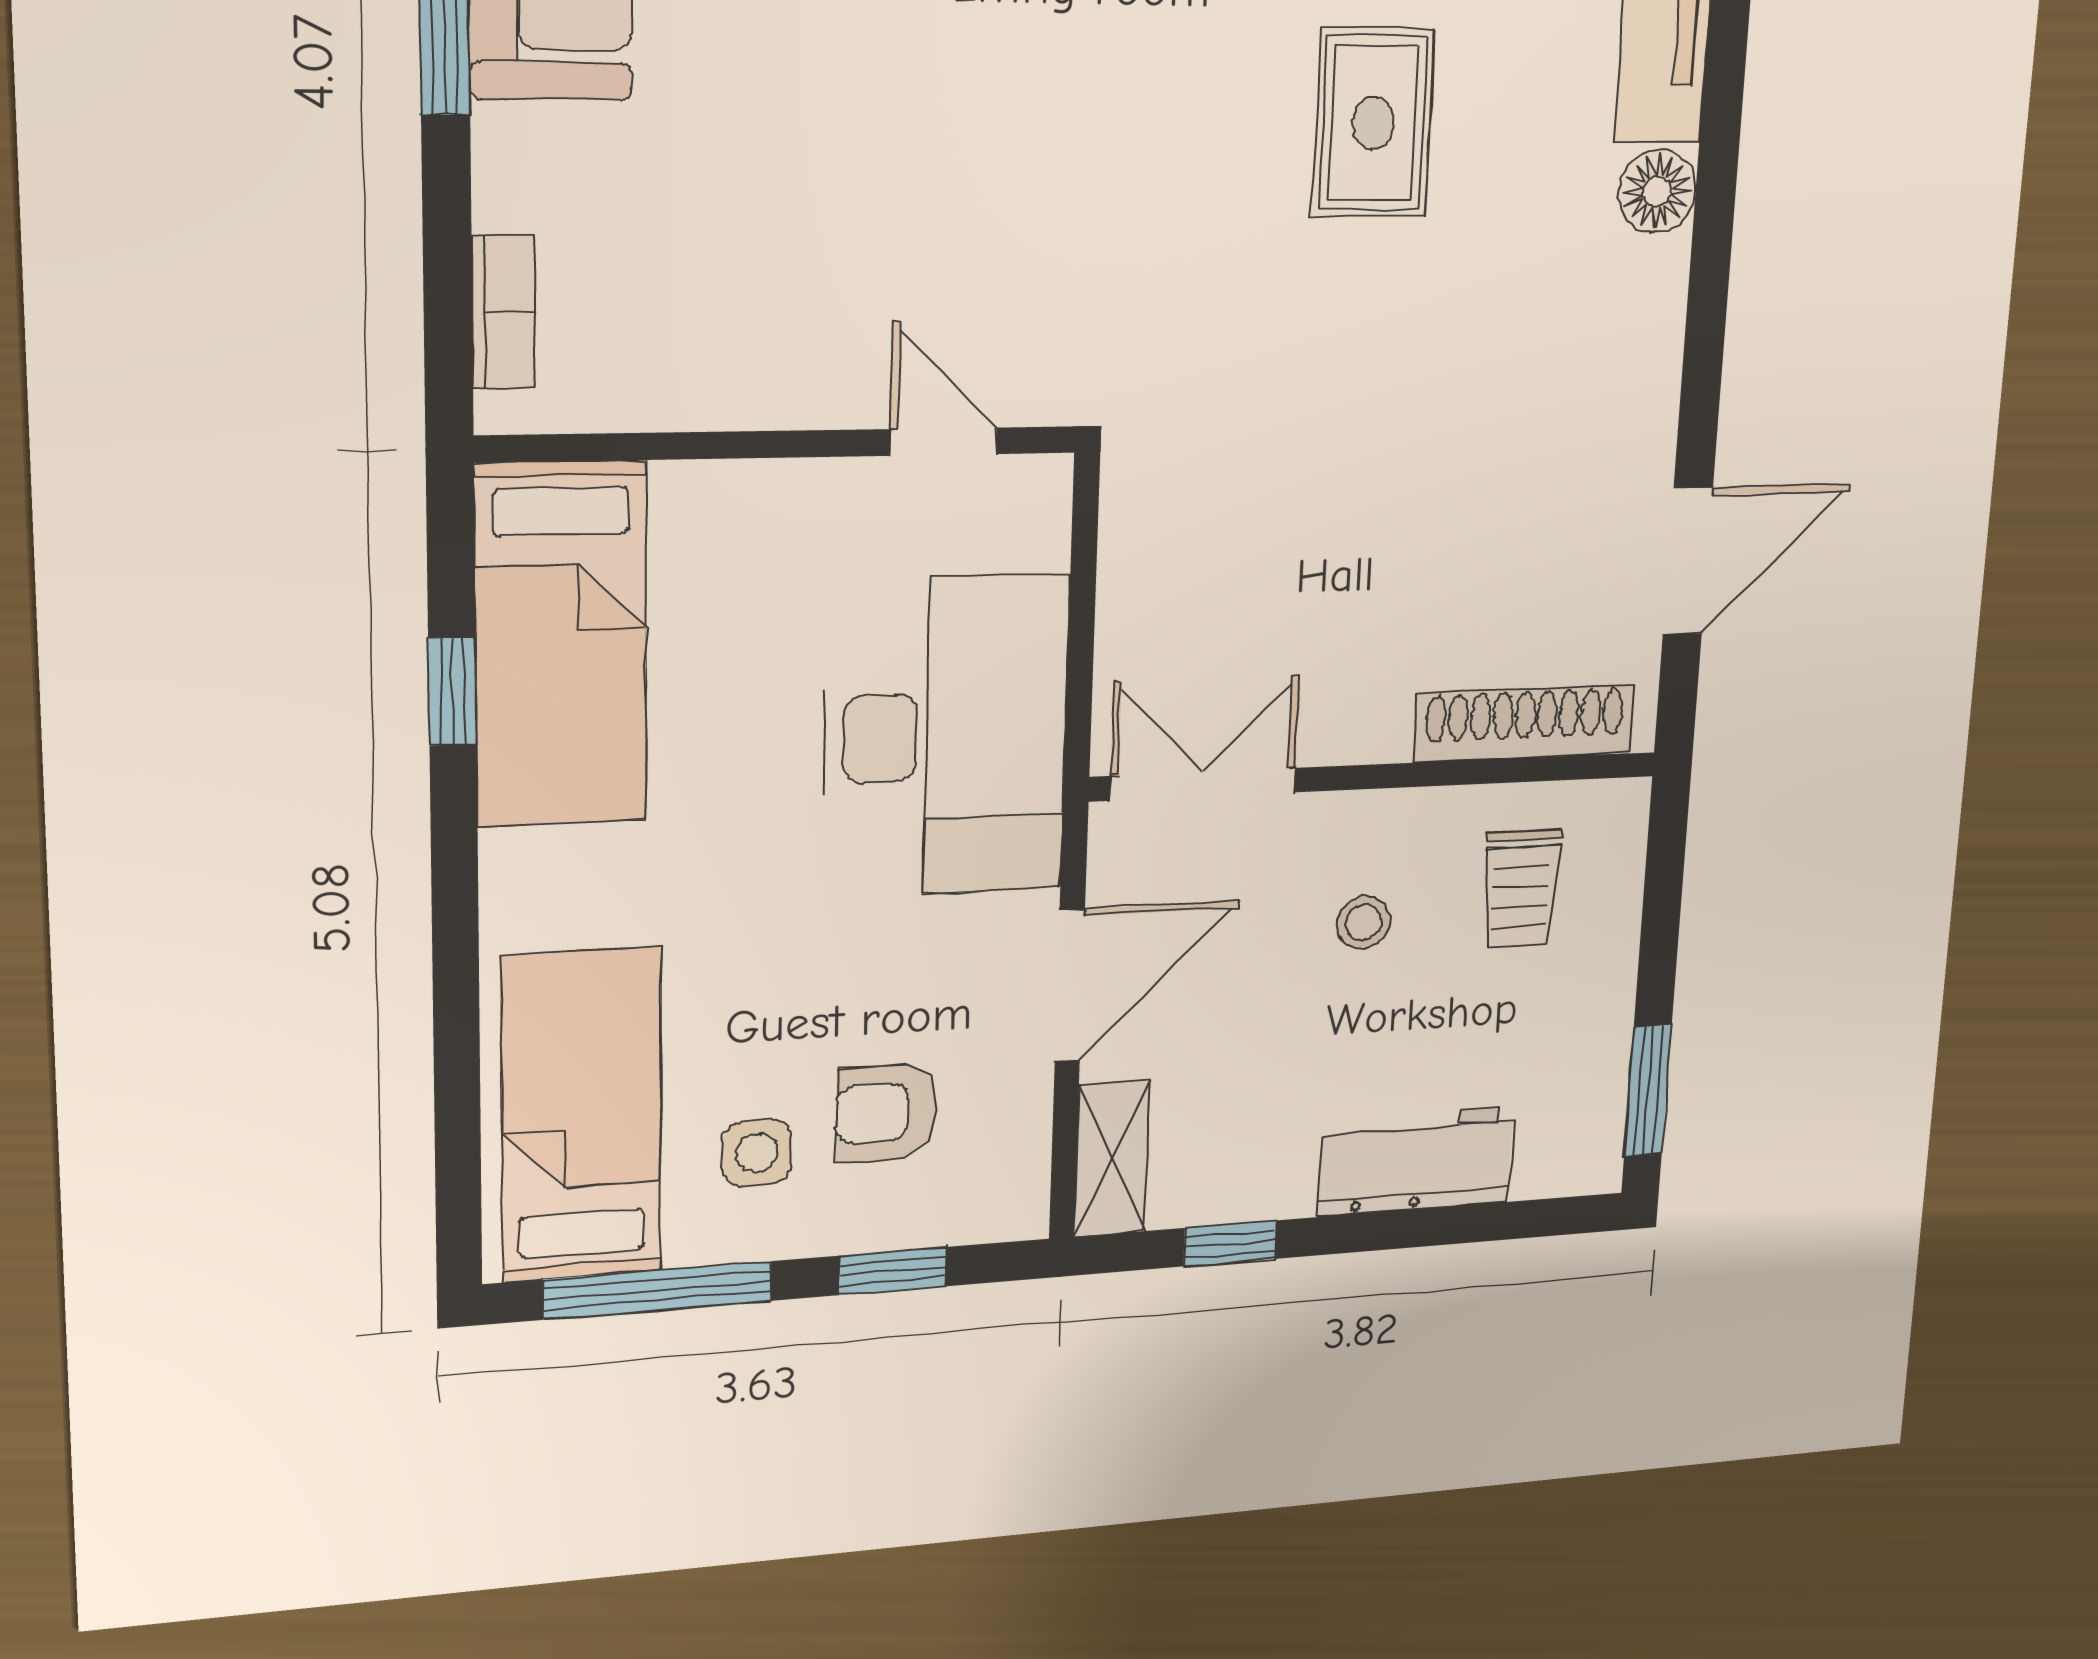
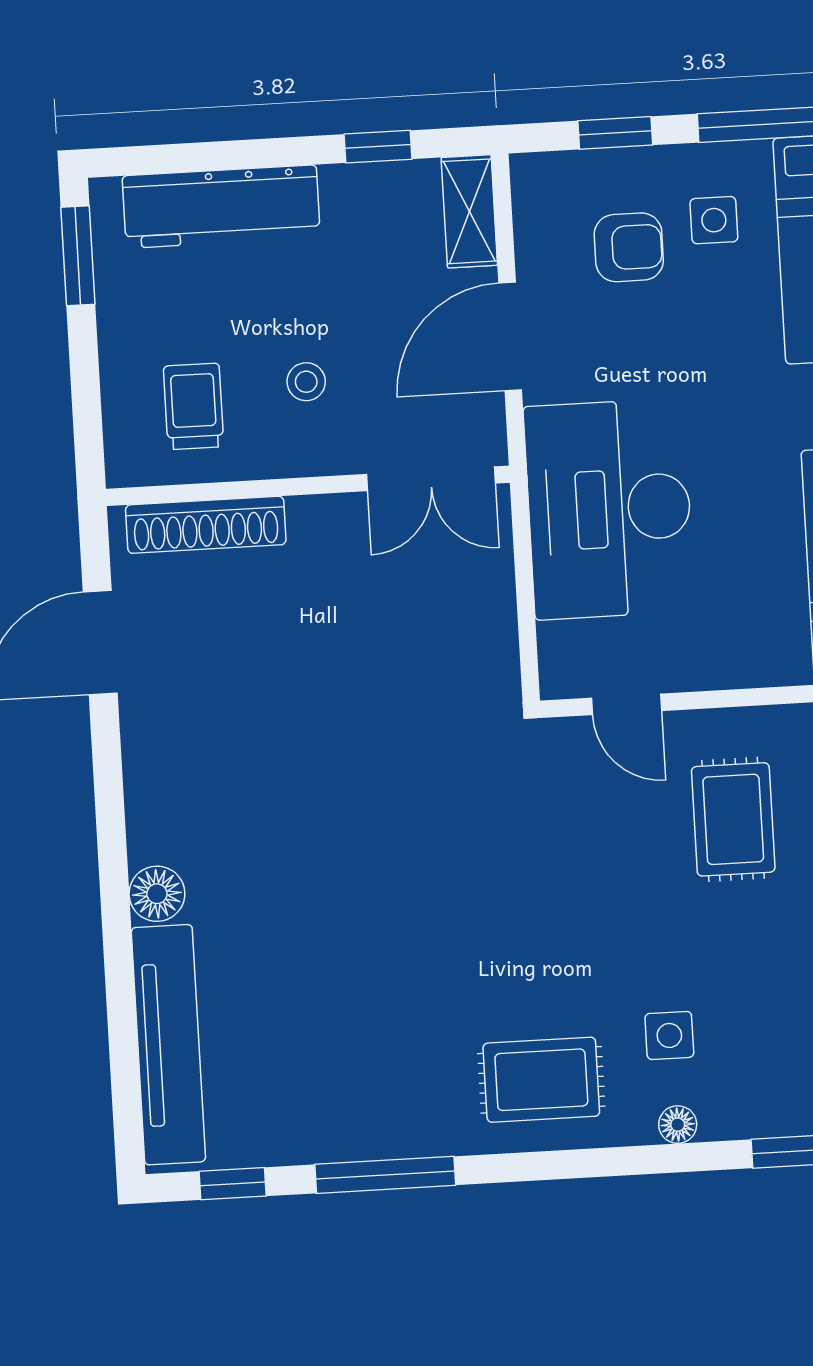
rug: (1373, 123) -> (733, 819), moved
workbench: (1416, 1161) -> (221, 207), width x1.38

